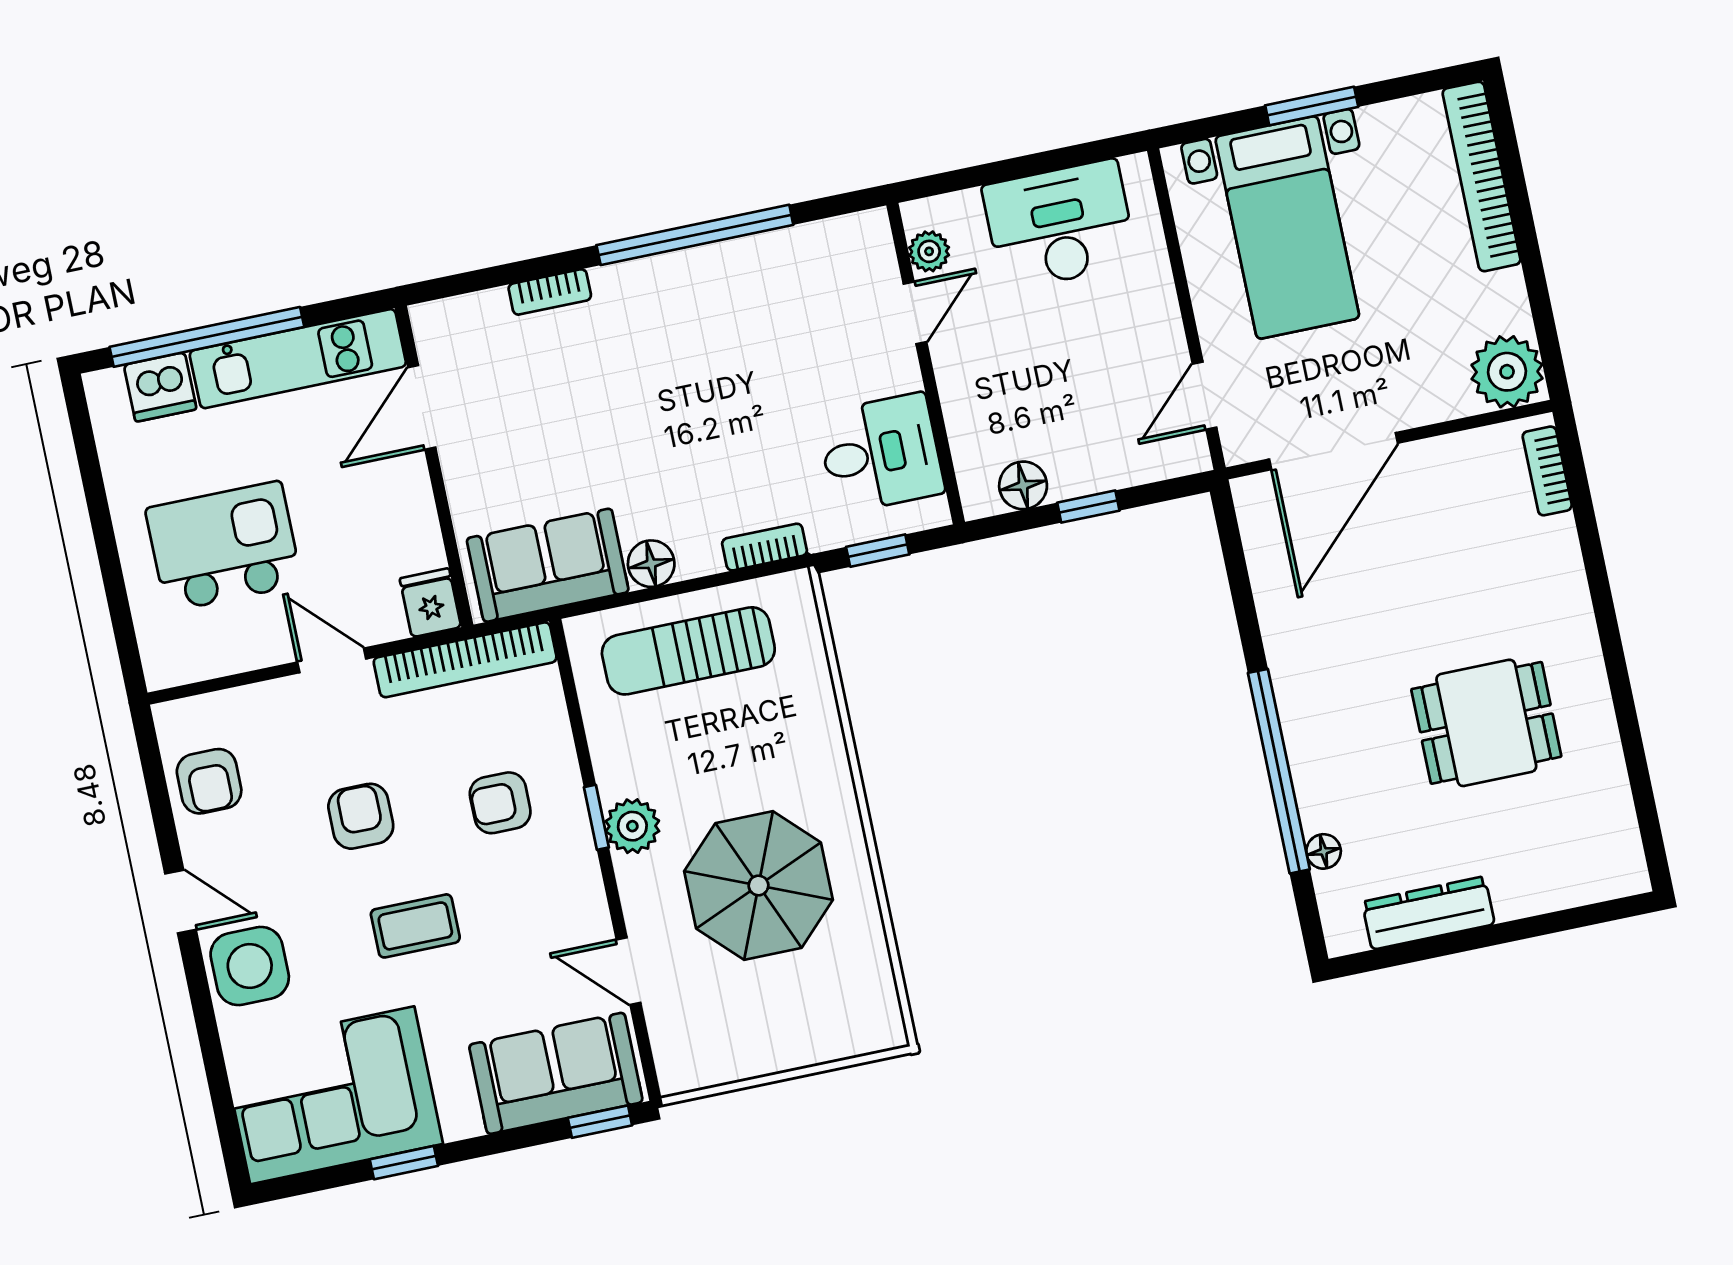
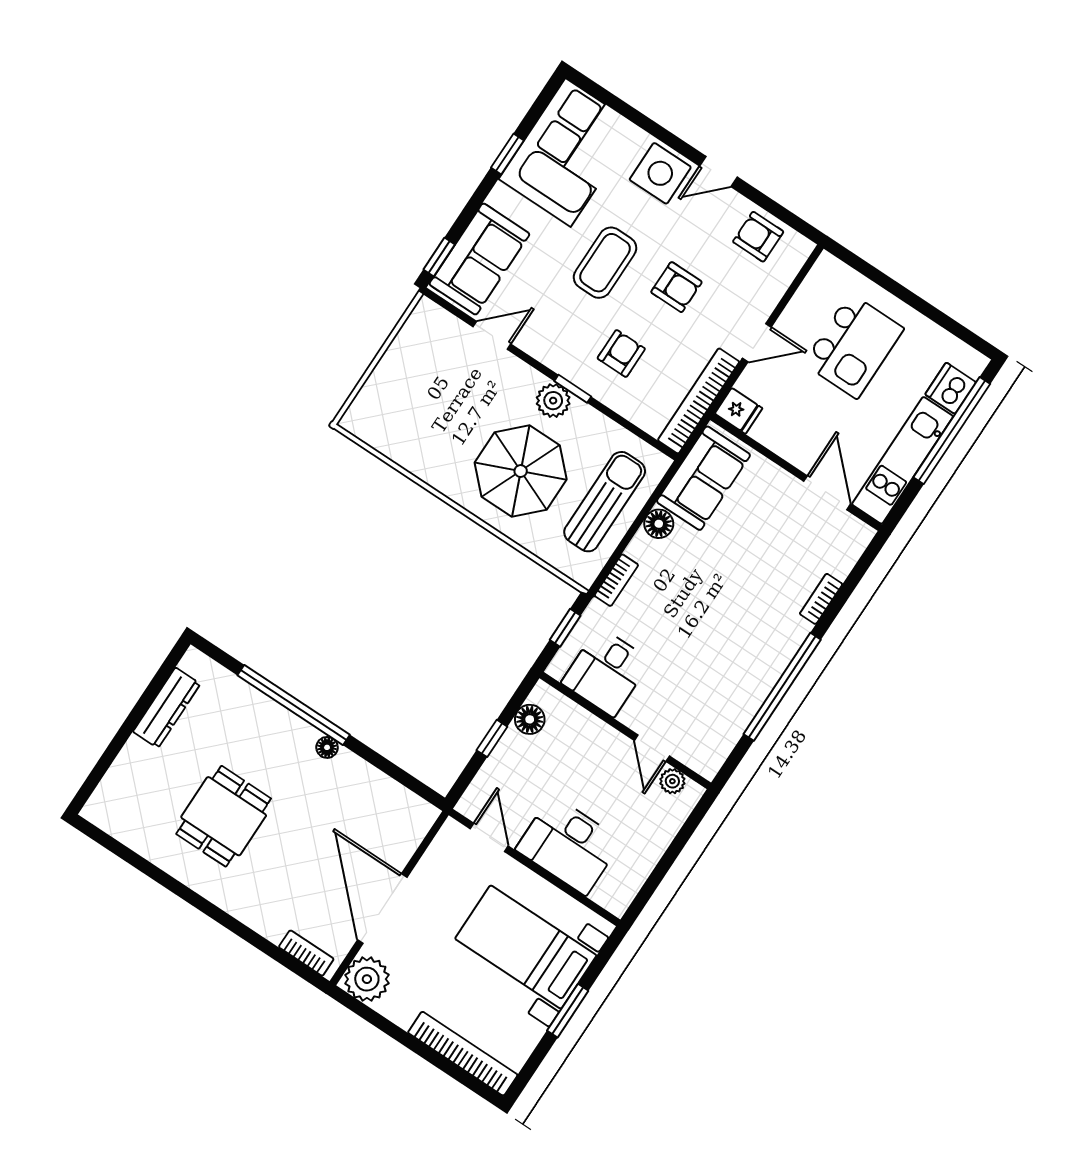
desk: (1060, 225) -> (569, 845), moved, turned 90
door: (1334, 451) -> (382, 908), moved
floor lamp: (1324, 851) -> (327, 747), moved
parasol: (758, 885) -> (521, 471), moved
coffee table: (415, 926) -> (605, 263), width x1.36, depth x1.30

